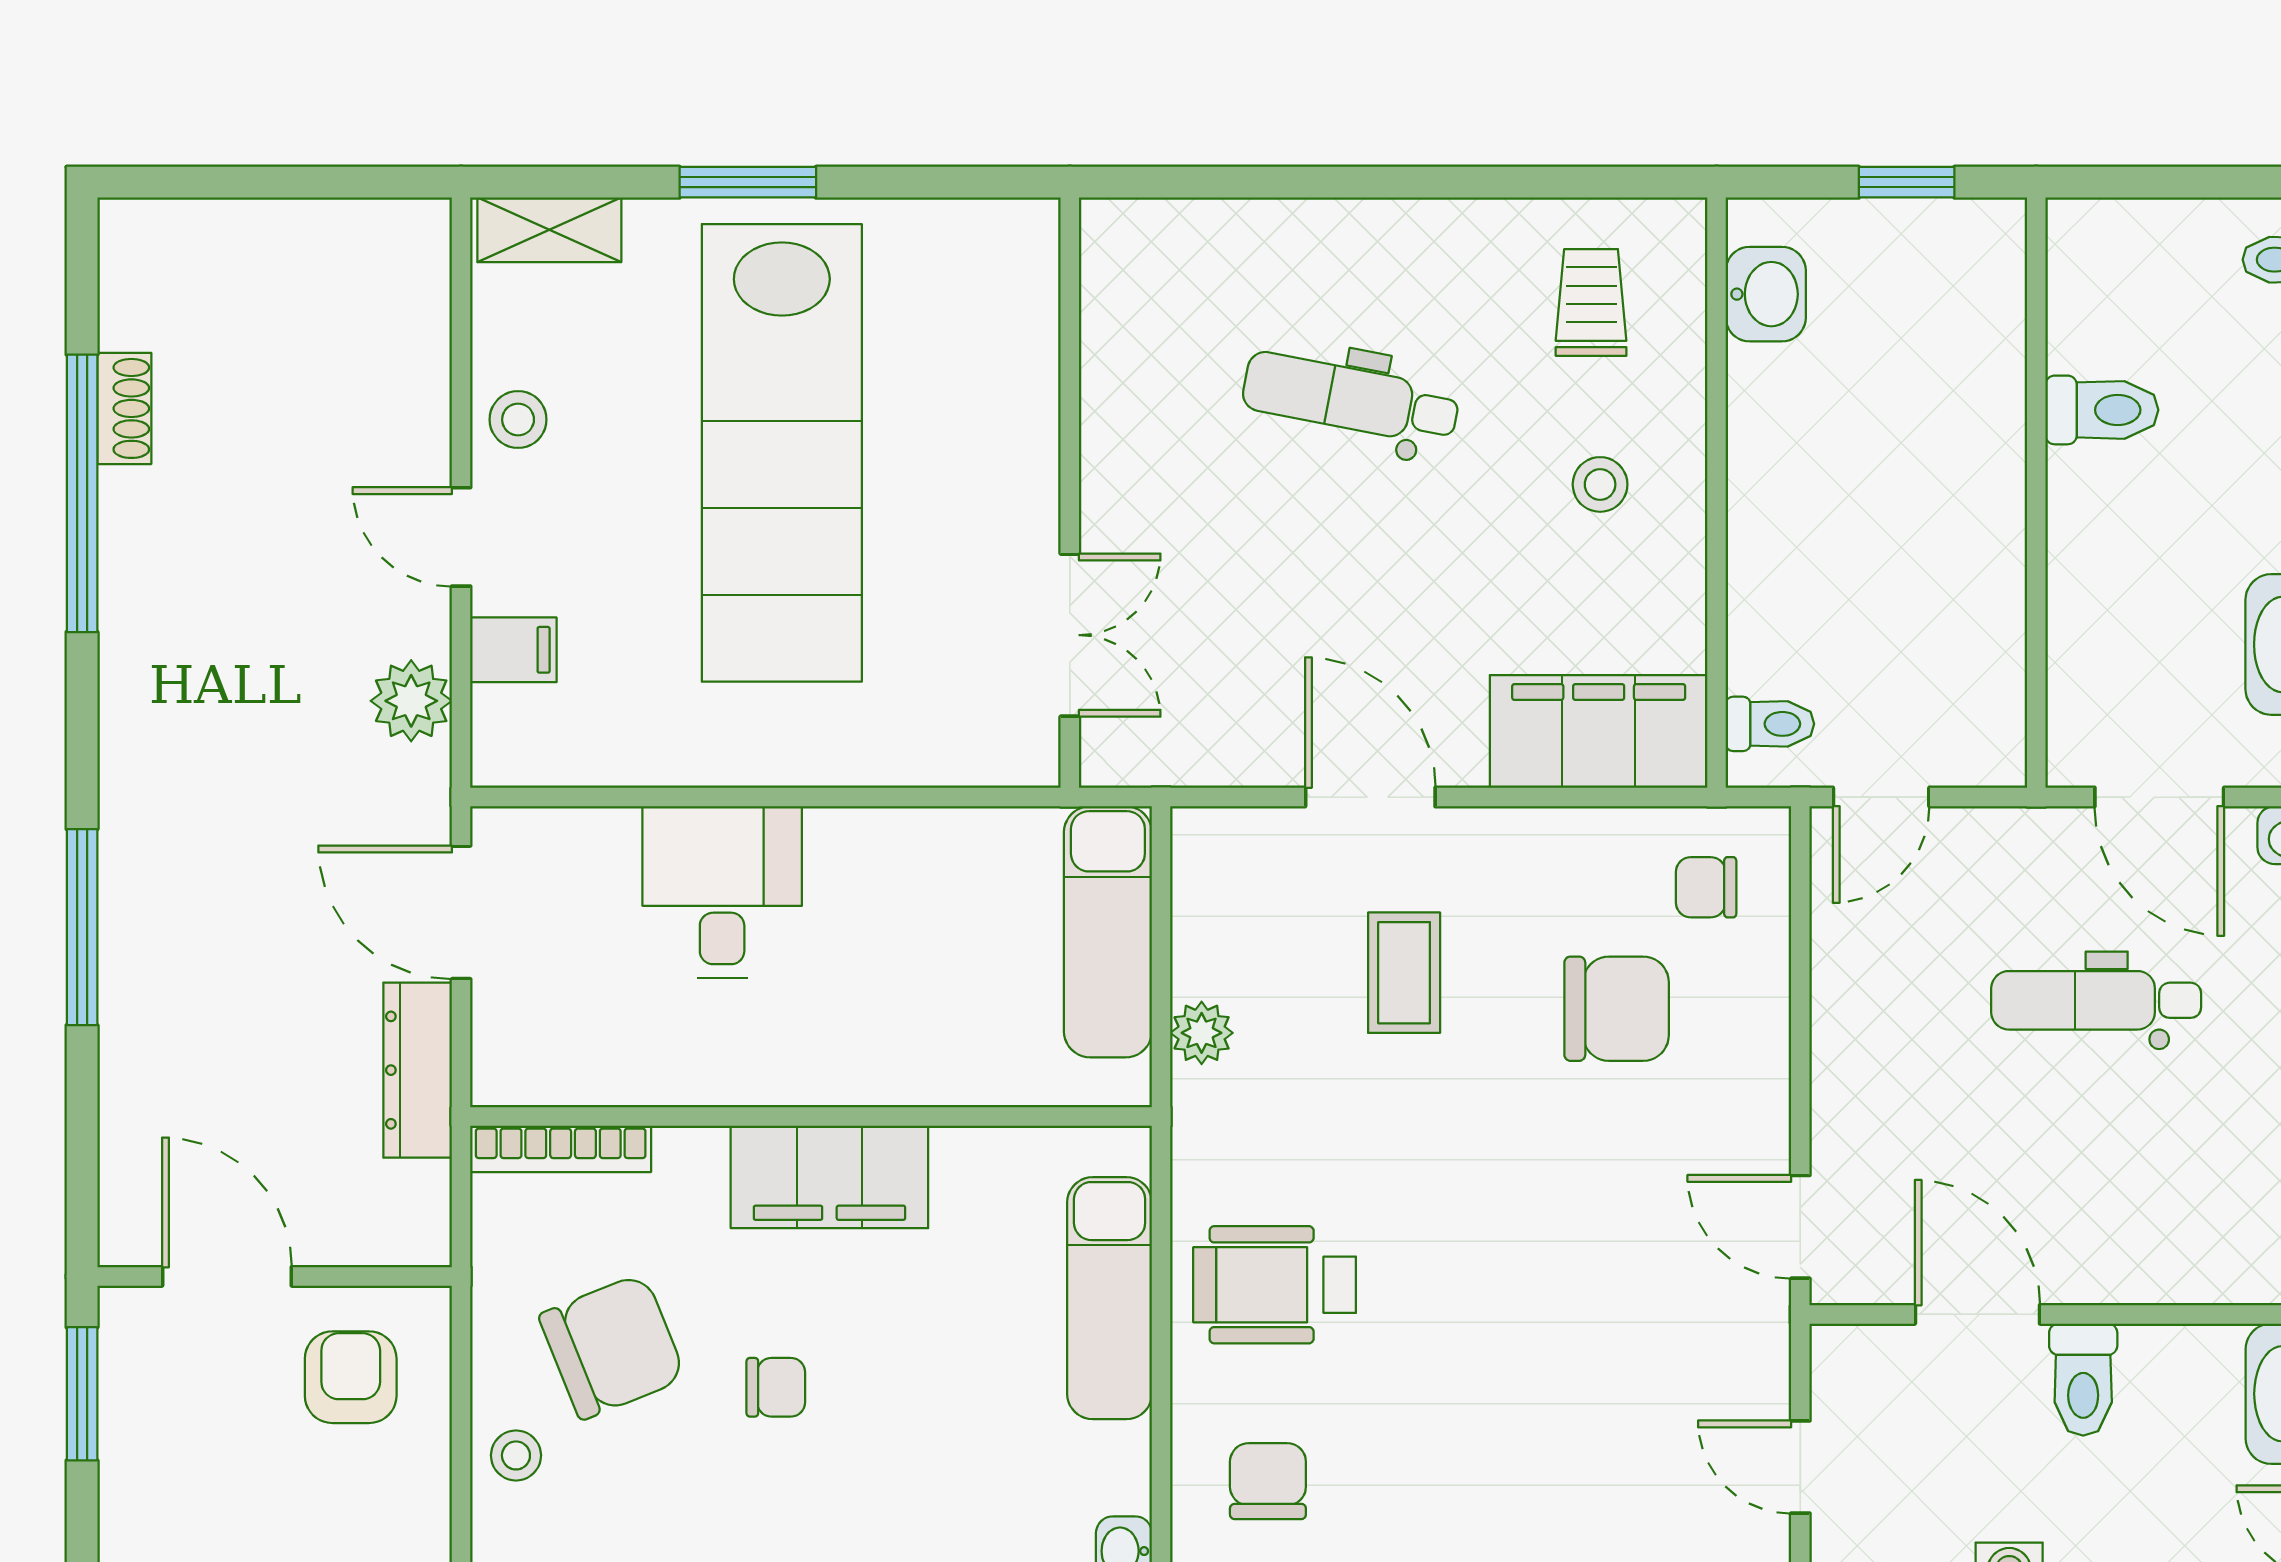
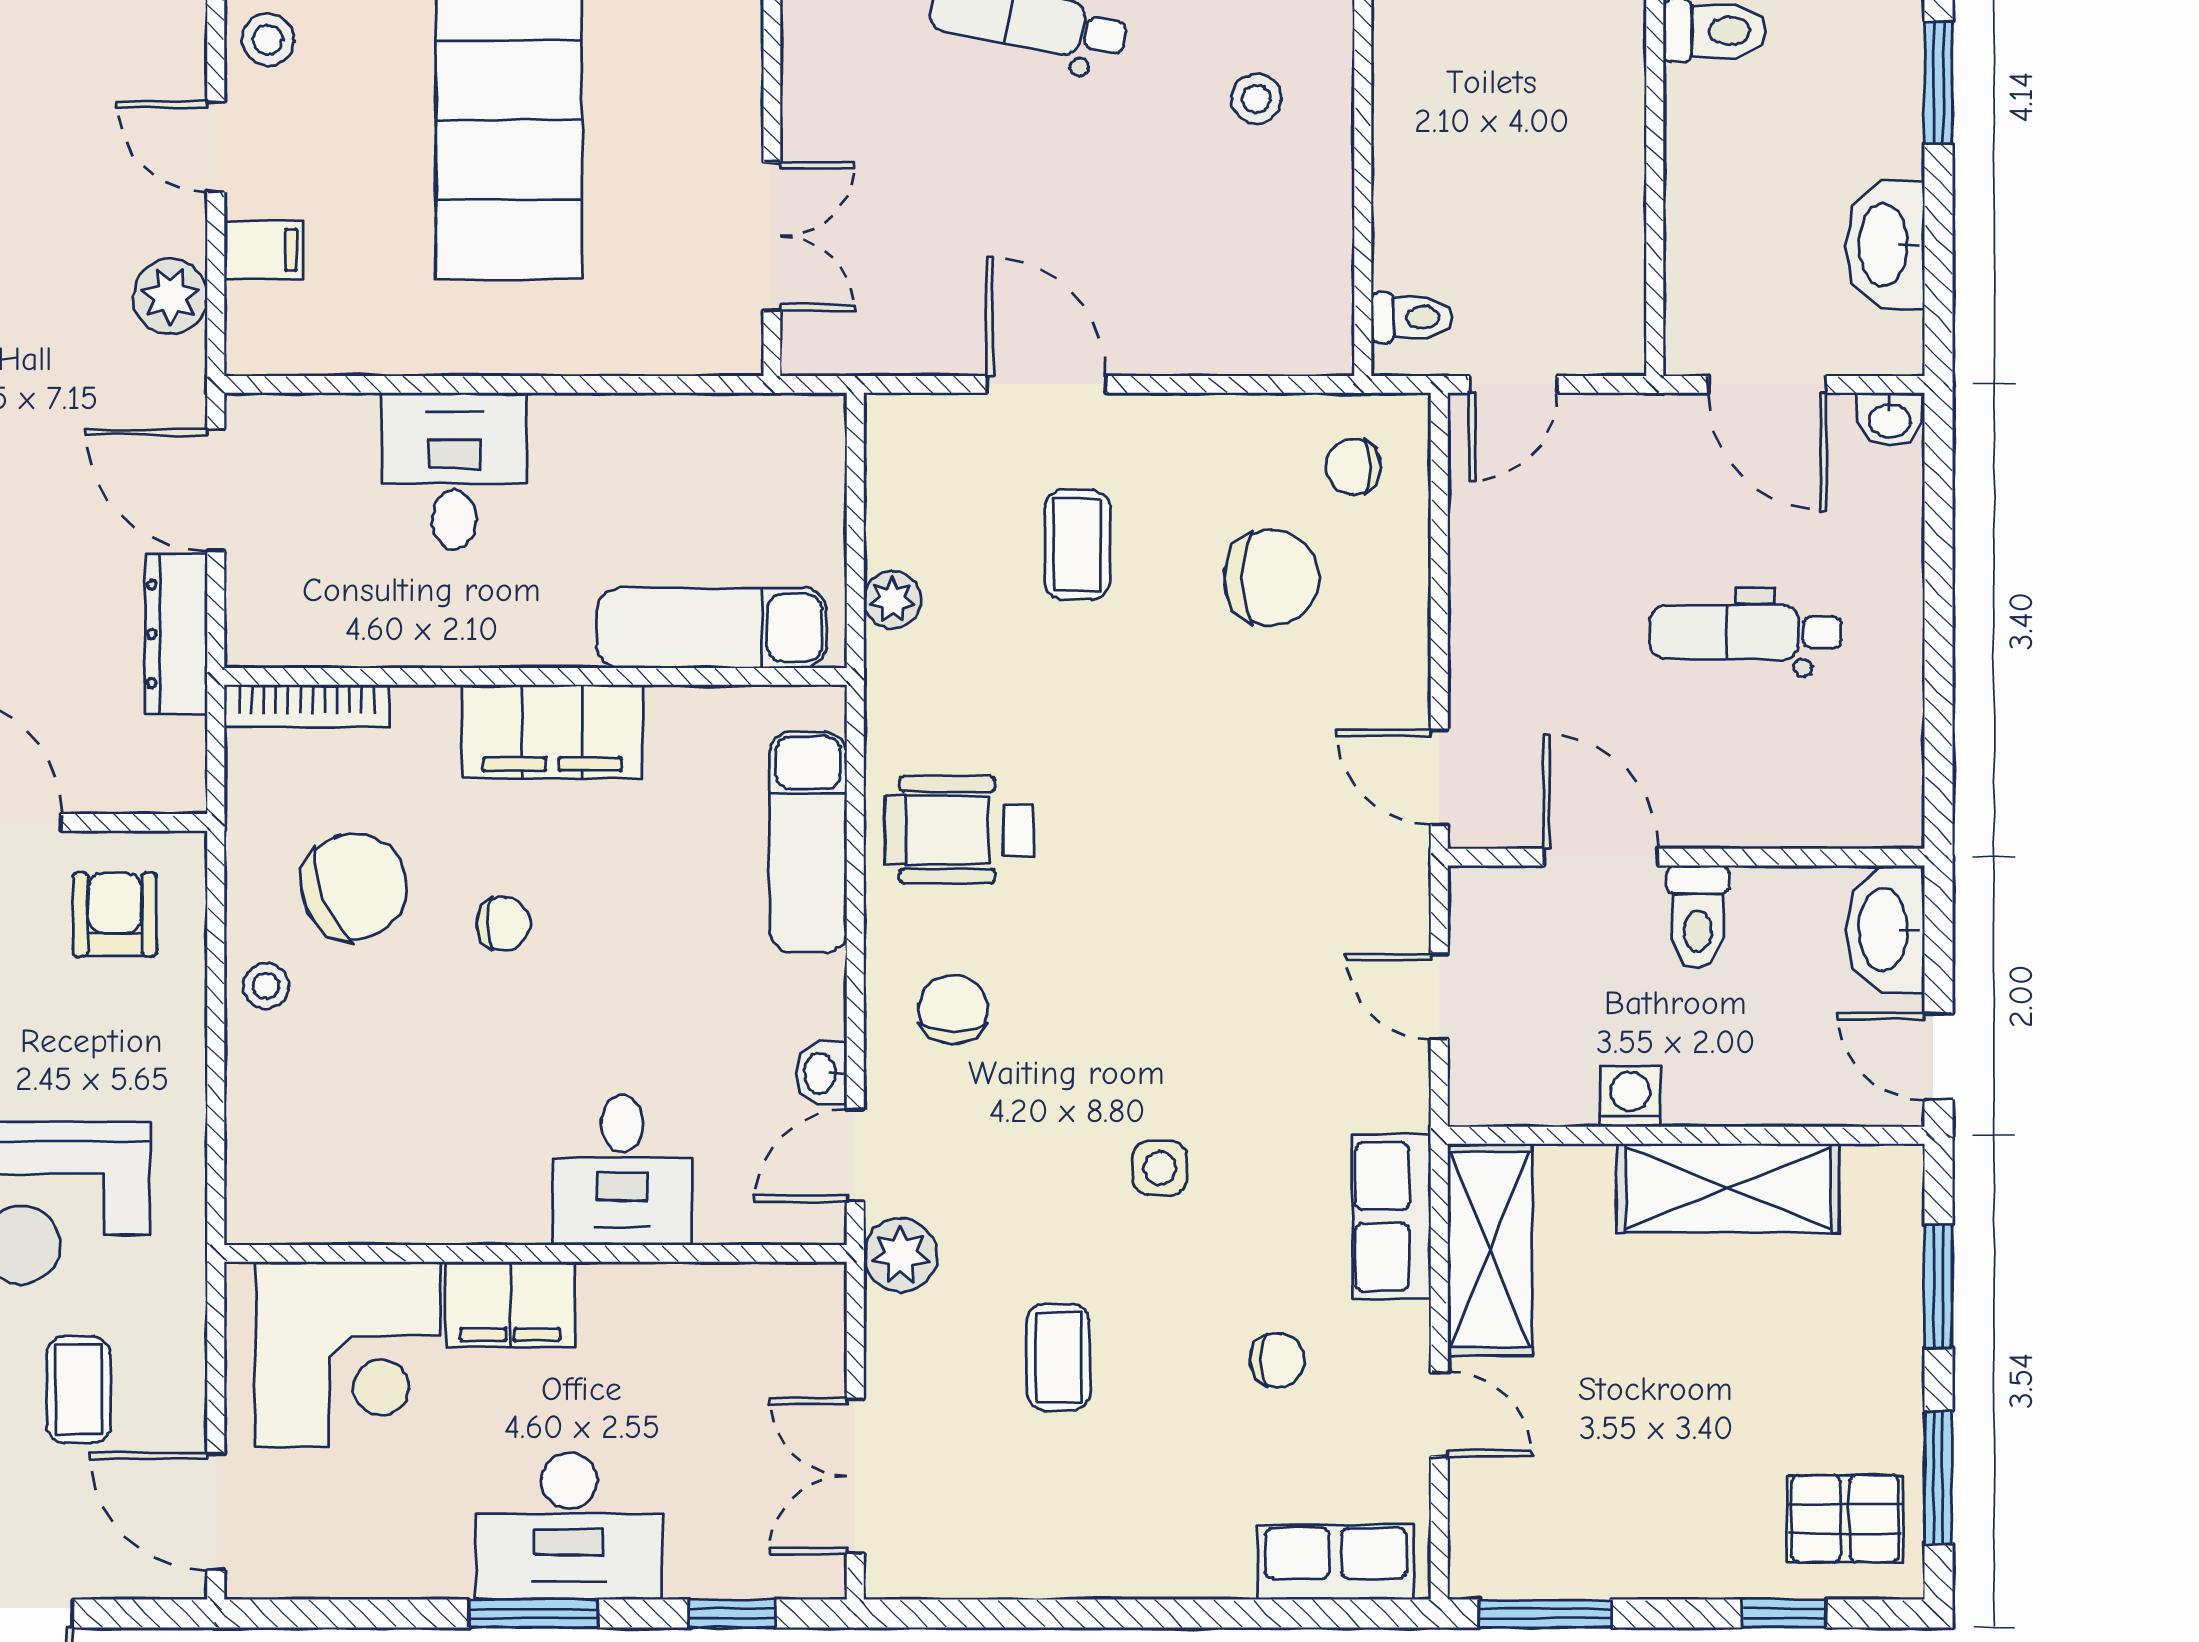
filing cabinet: (1599, 731) -> (1255, 325), removed
exam couch: (1108, 932) -> (712, 628), moved, turned 90
dental chair: (2096, 1000) -> (1745, 632), moved

